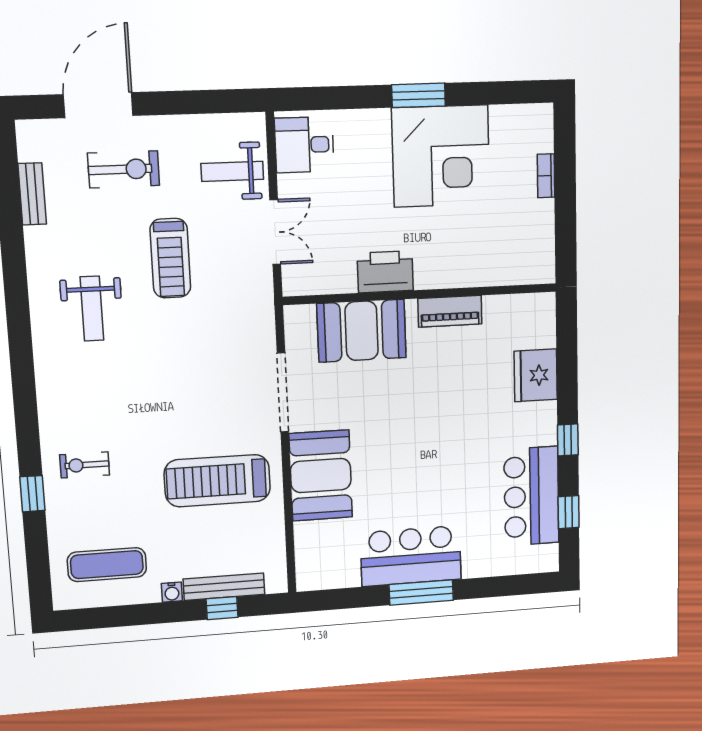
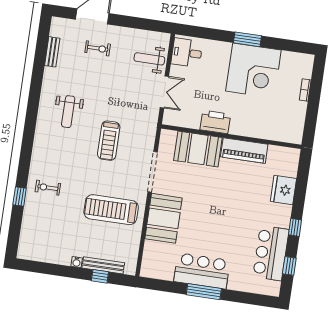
exercise bike: (124, 169) -> (98, 48), width x0.73, depth x0.72
treadmill: (170, 258) -> (109, 141), moved
piano: (450, 311) -> (244, 151), width x1.37, depth x1.33
exercise mat: (107, 565) -> (48, 241), removed

